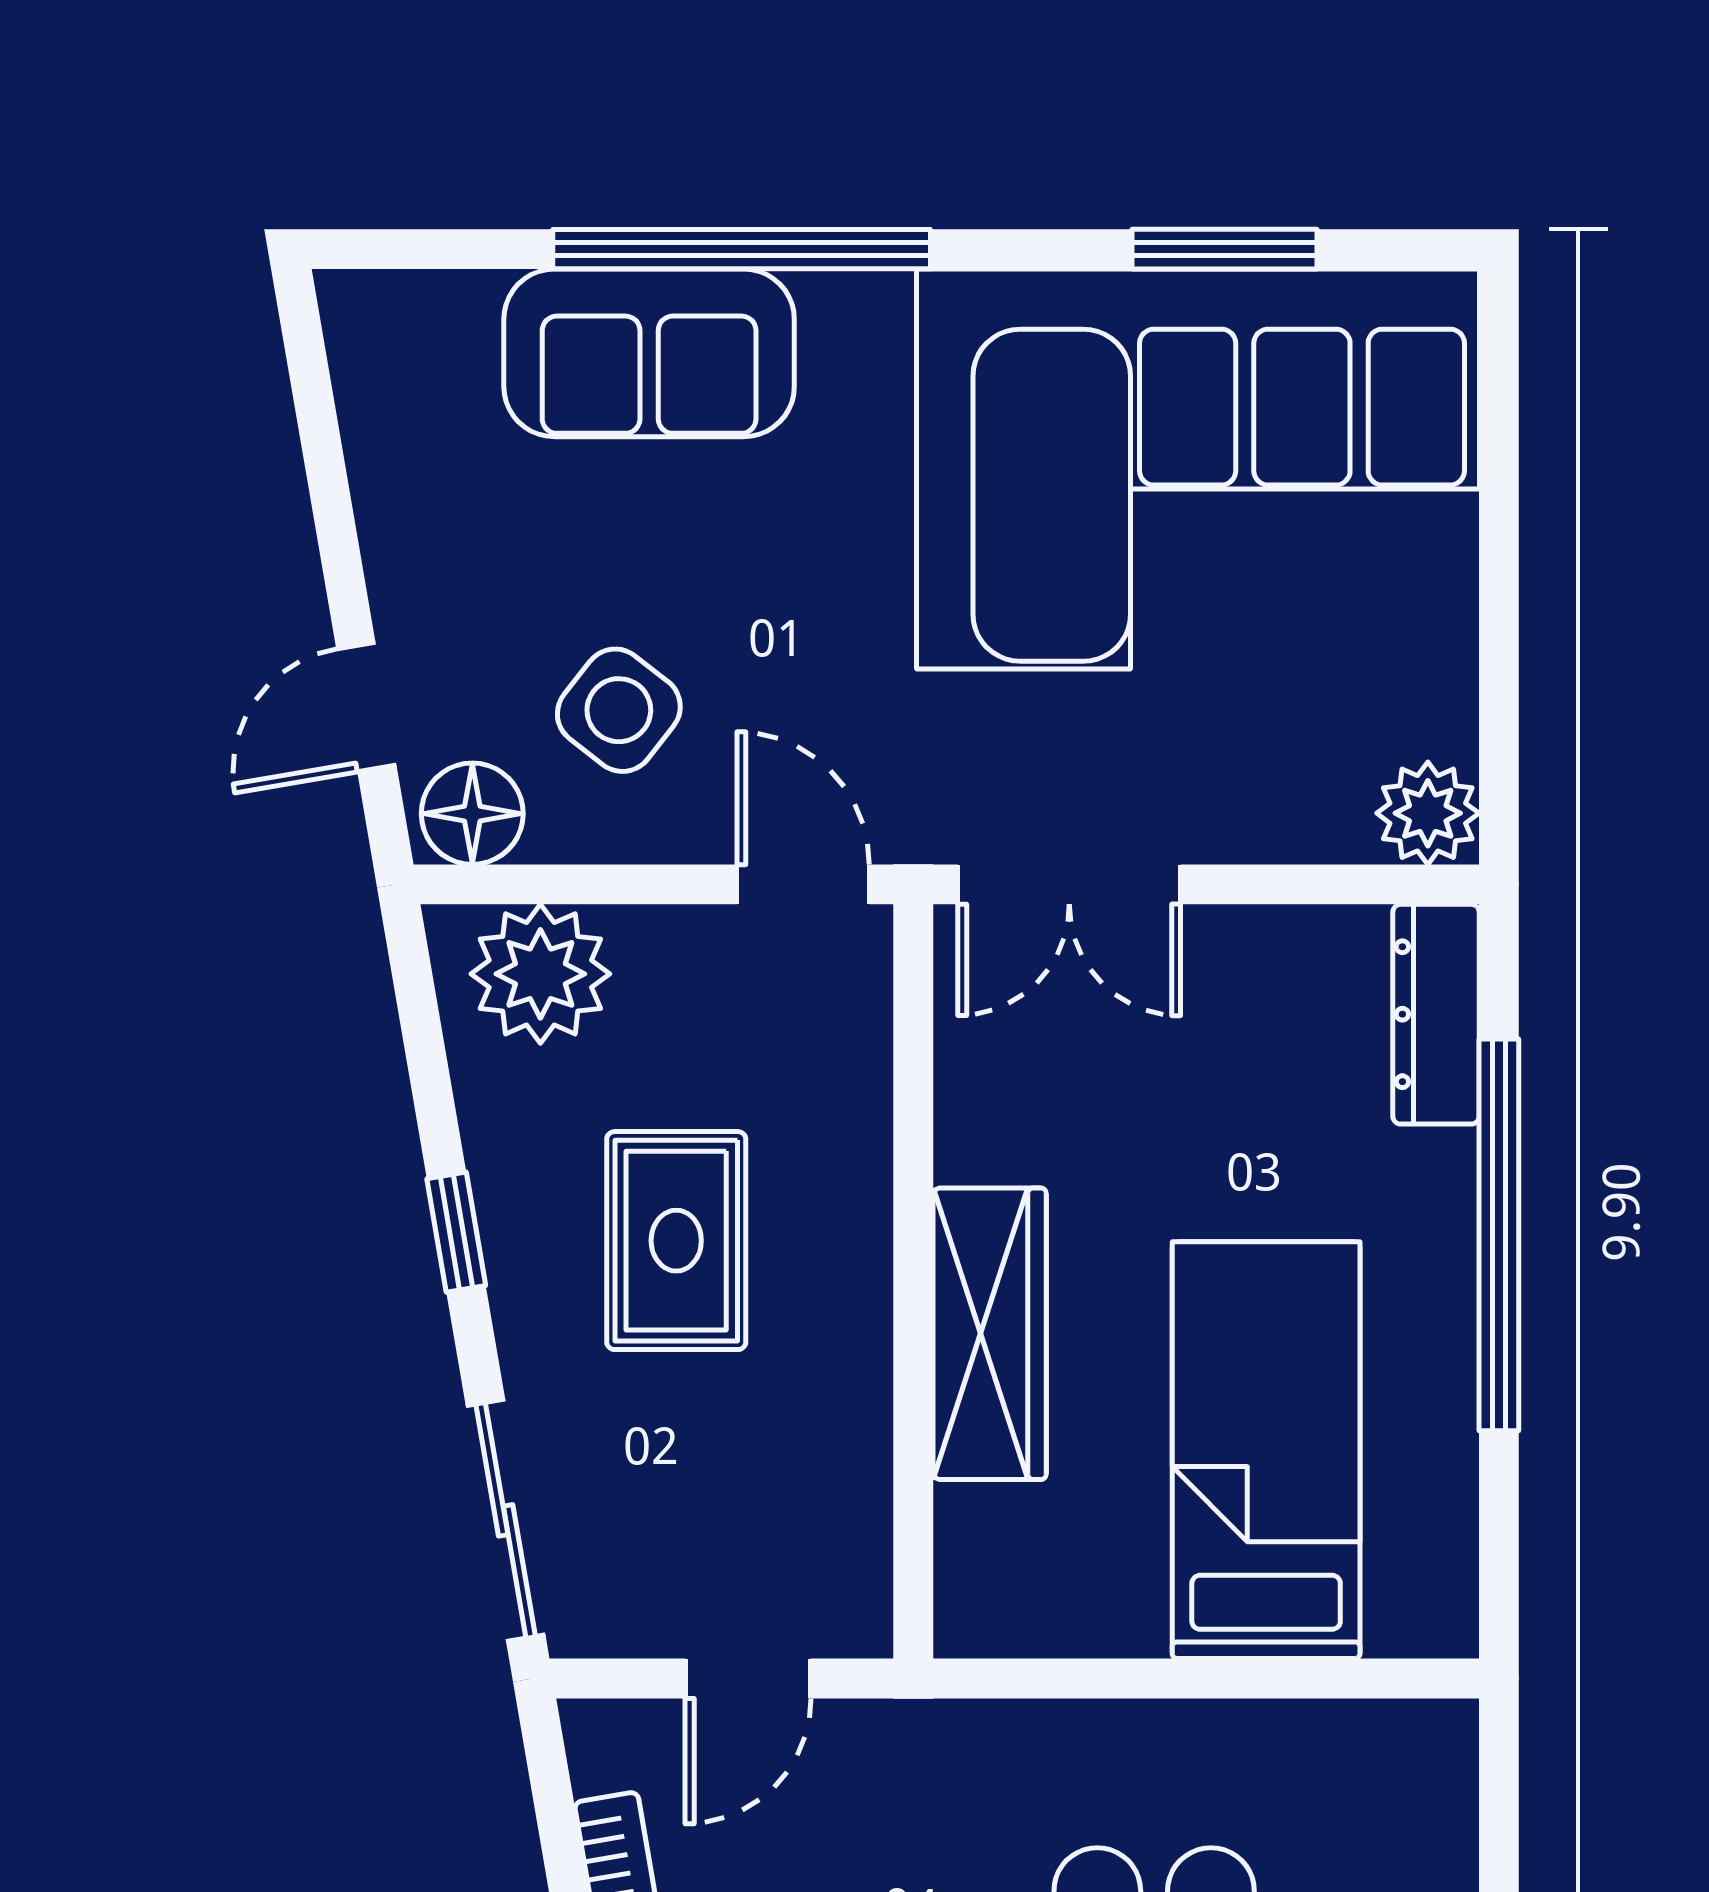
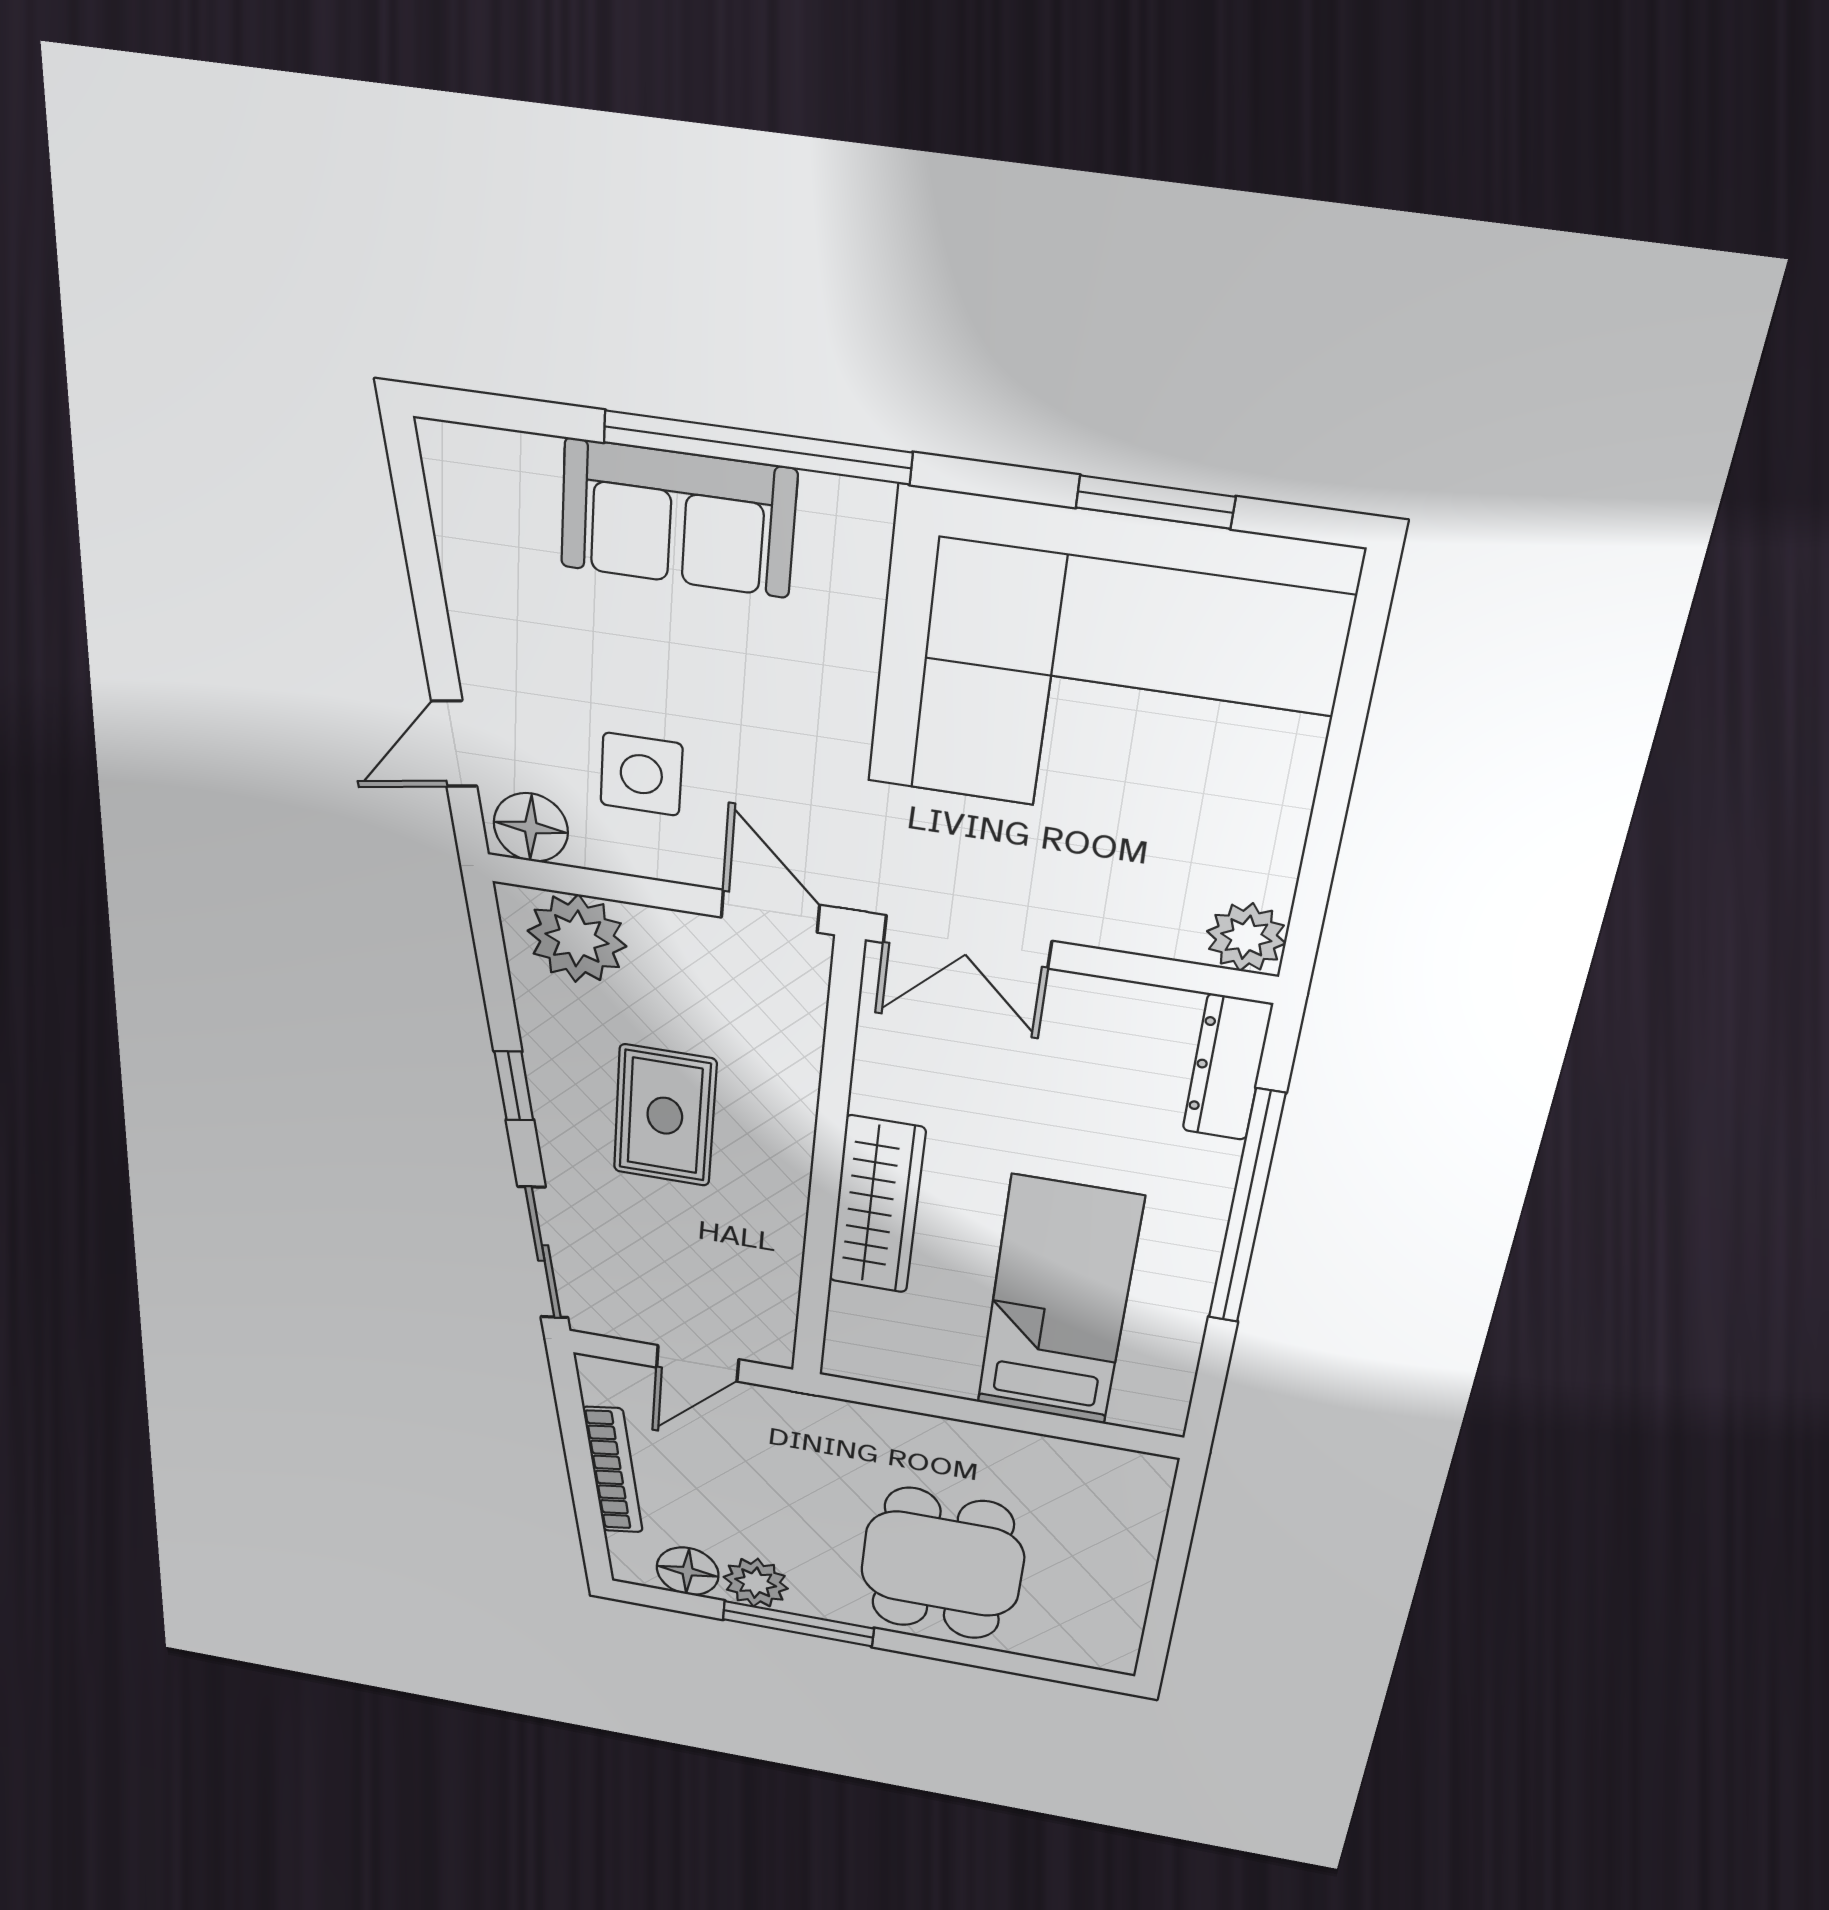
side table: (619, 710) -> (641, 774), turned -38

